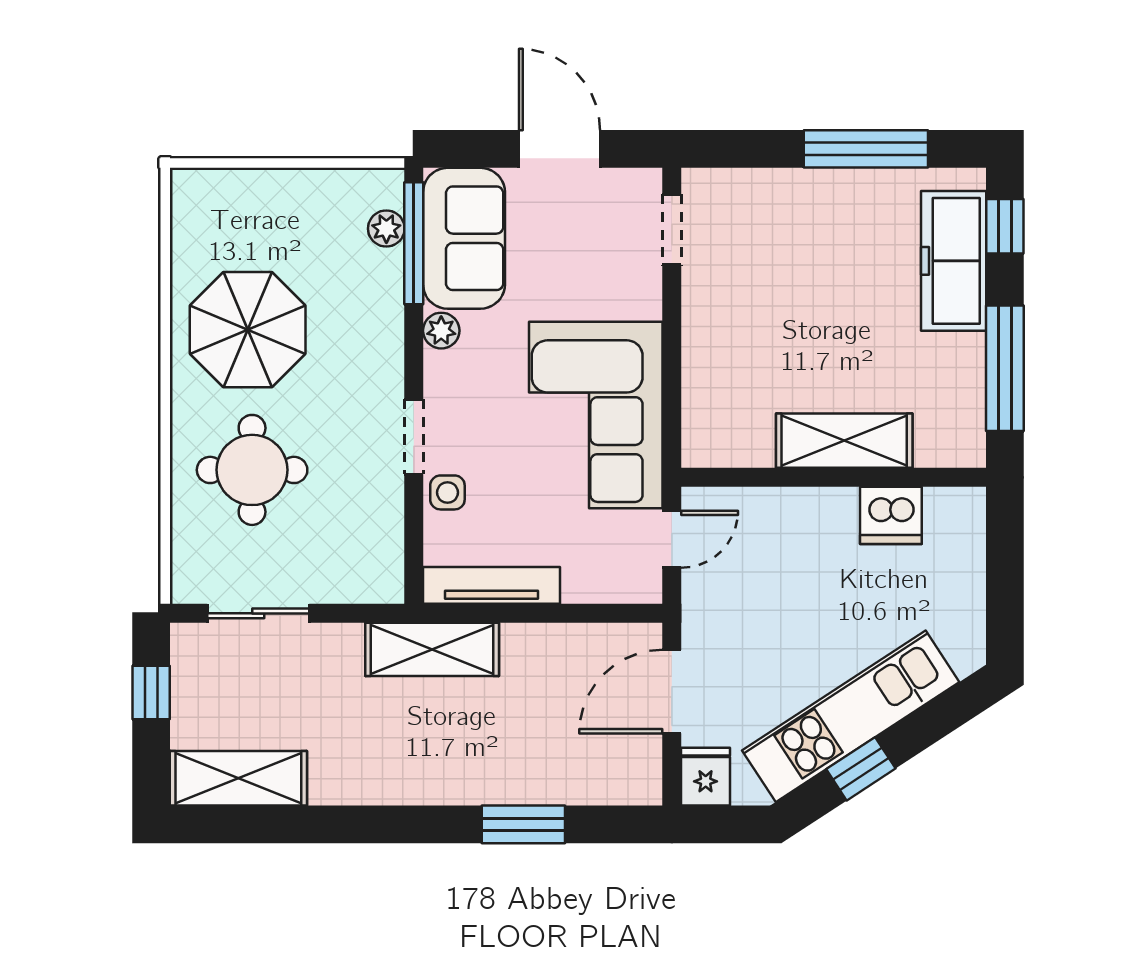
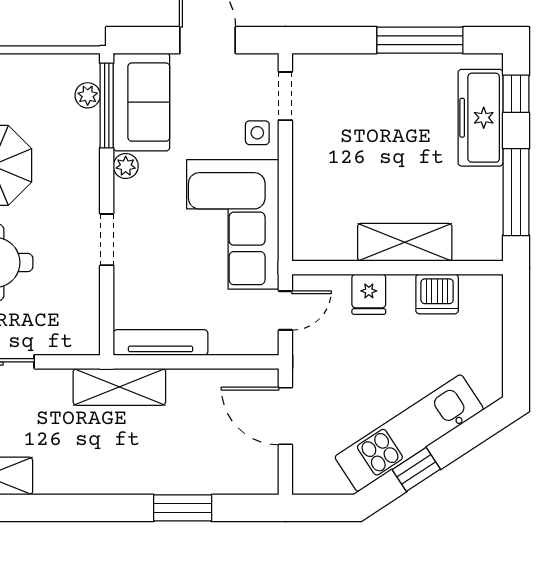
side table: (447, 492) -> (257, 133), moved
door: (672, 692) -> (285, 416), hinge flipped
fridge: (706, 777) -> (369, 294), moved, turned 180

